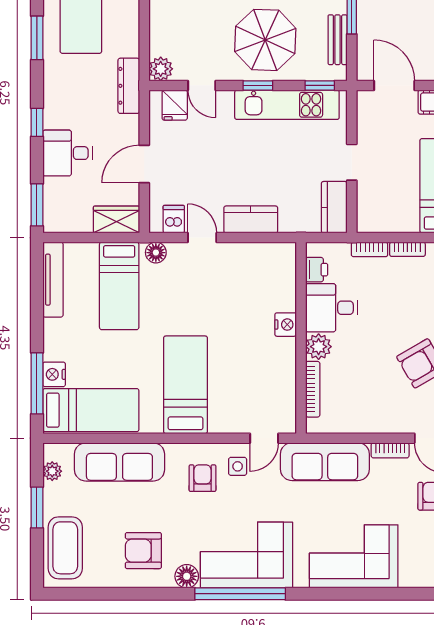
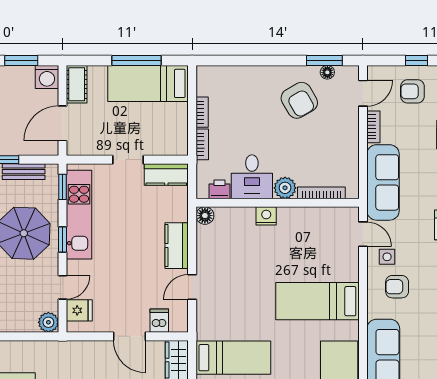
dresser: (129, 86) -> (63, 349), removed
dishwasher: (174, 219) -> (159, 321), moved, turned 90
floor lamp: (156, 253) -> (205, 216), moved

